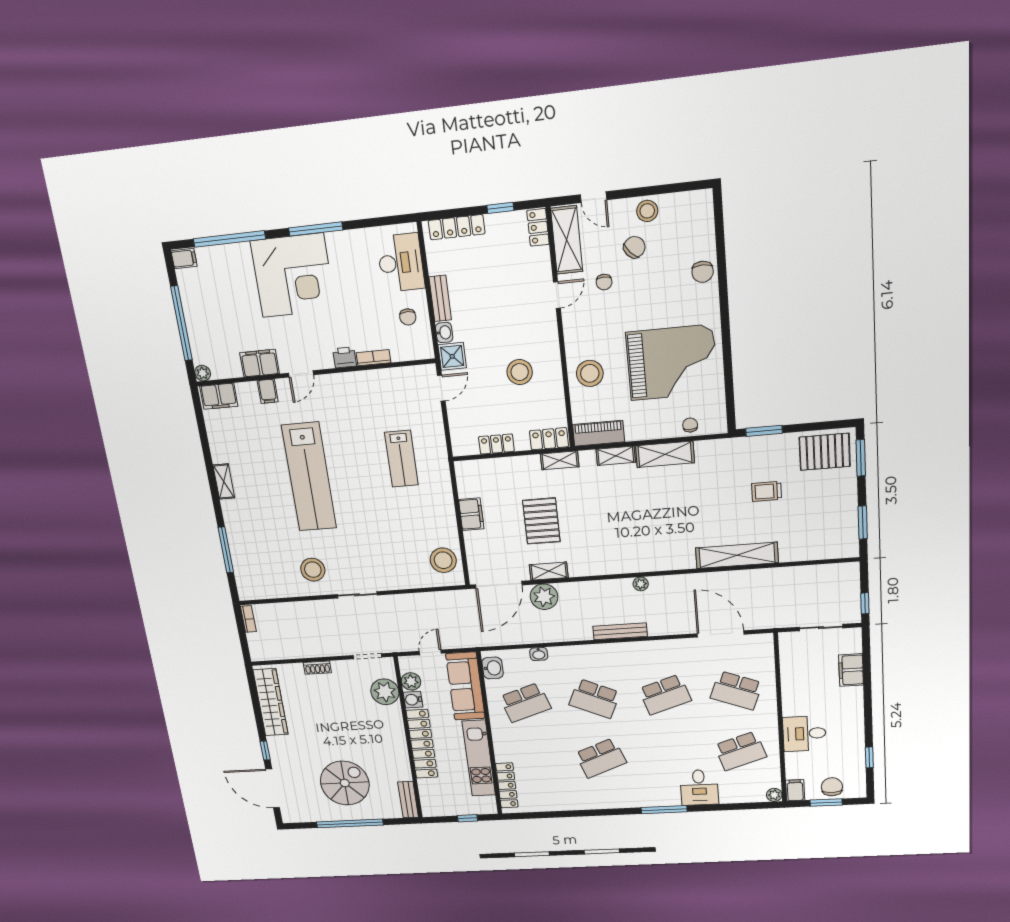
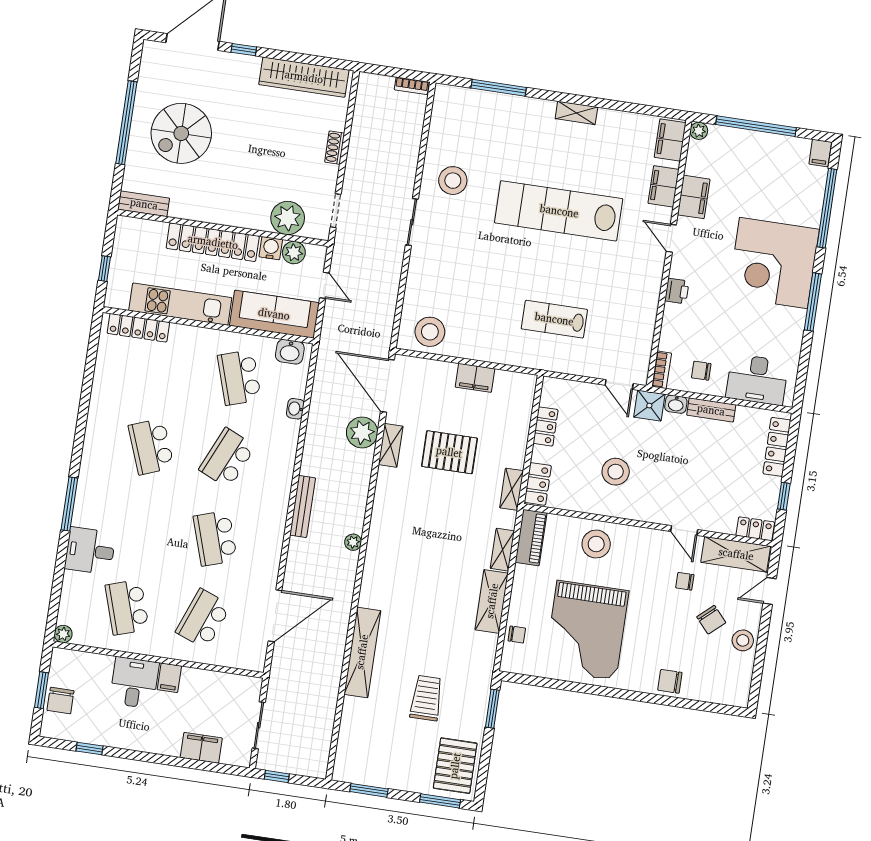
bookcase: (373, 358) -> (662, 370), moved
filing cabinet: (268, 391) -> (664, 186), width x2.00
trolley: (767, 491) -> (426, 698), width x1.36, depth x1.39
spiral stairs: (345, 783) -> (181, 133), turned 90
chair: (832, 787) -> (60, 701), turned 90
filing cabinet: (795, 790) -> (169, 678), moved, turned 90

